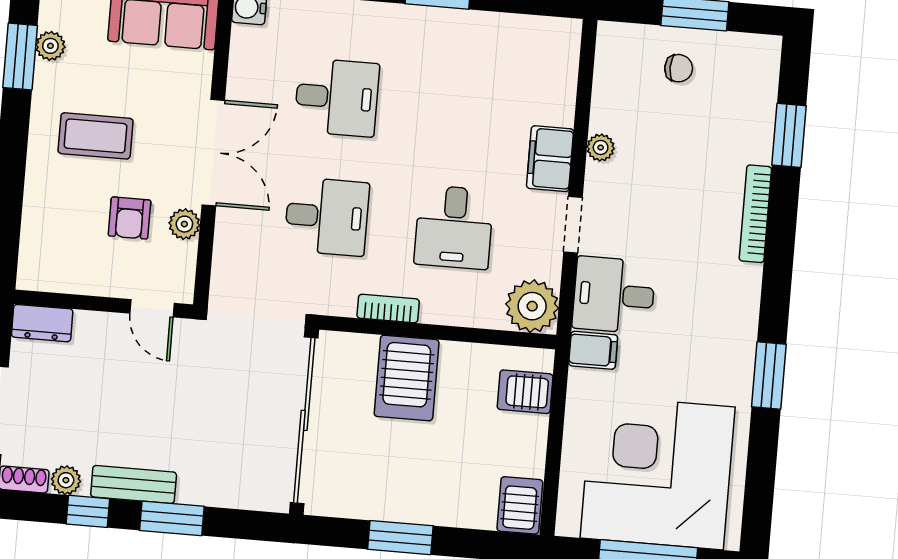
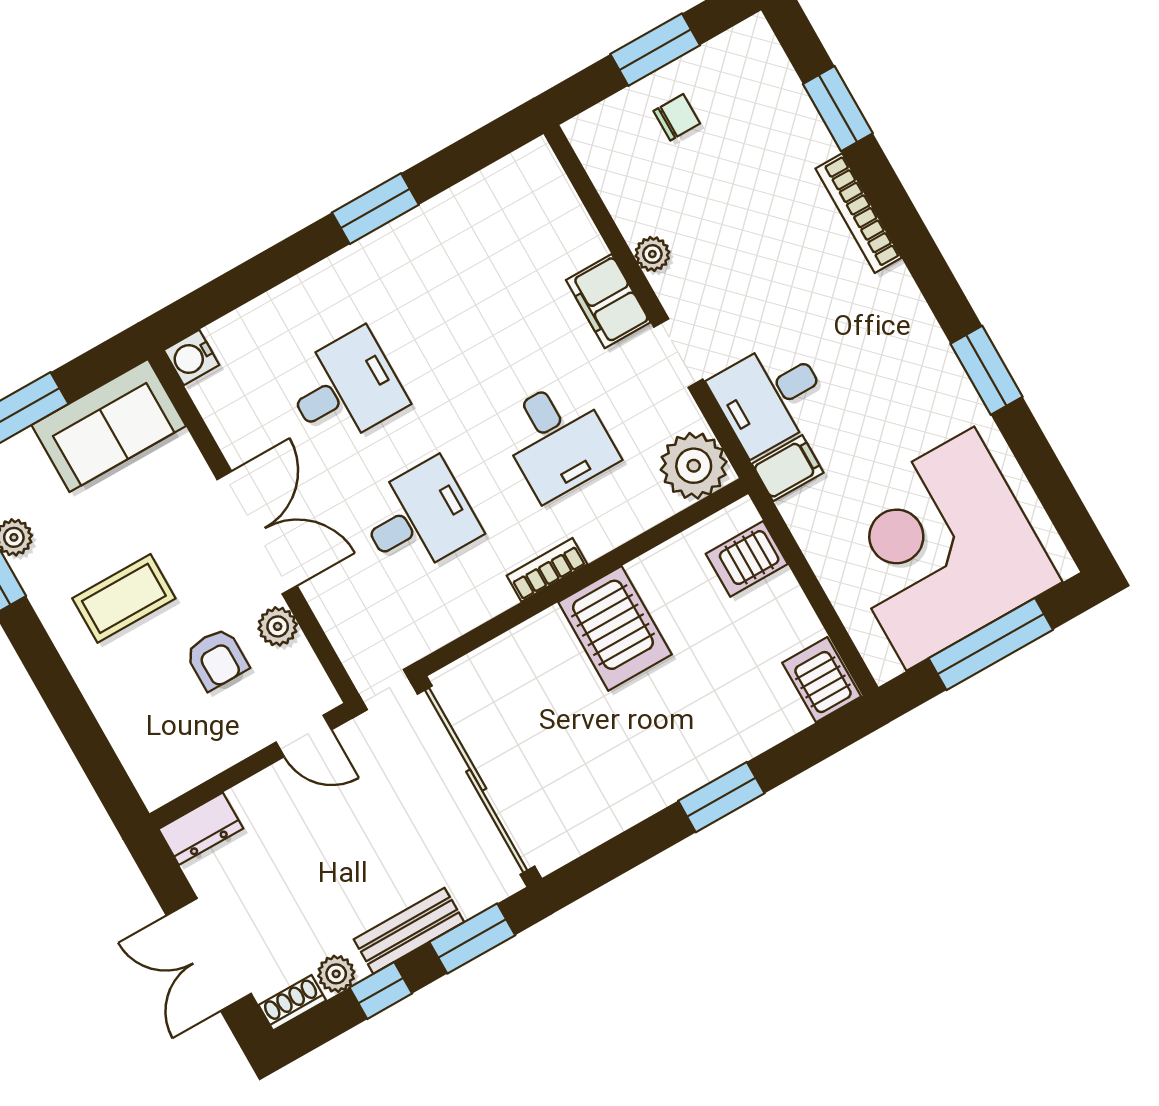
sliding door: (304, 420) -> (476, 780), moved
wall: (304, 422) -> (477, 781), moved

